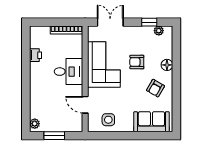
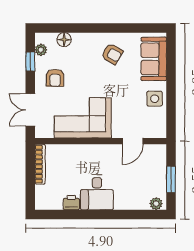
armchair: (137, 62) -> (55, 78), moved
floor lamp: (167, 65) -> (64, 40), moved
desk: (68, 72) -> (97, 192), moved, turned 180
side table: (108, 120) -> (155, 99), moved

